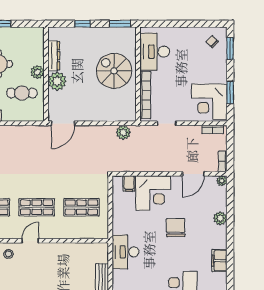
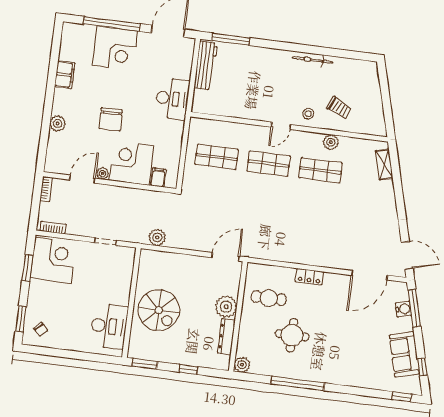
plant: (37, 72) -> (242, 365), moved
bookcase: (145, 95) -> (126, 278), removed
plant: (222, 181) -> (103, 173), moved

